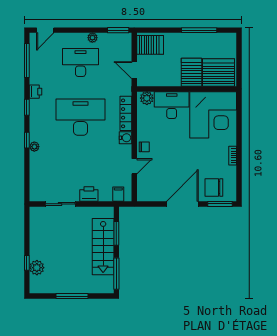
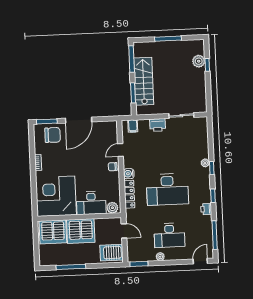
server rack: (192, 72) -> (81, 231), width x1.60

